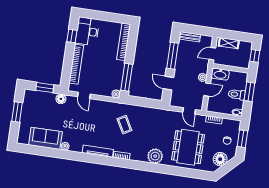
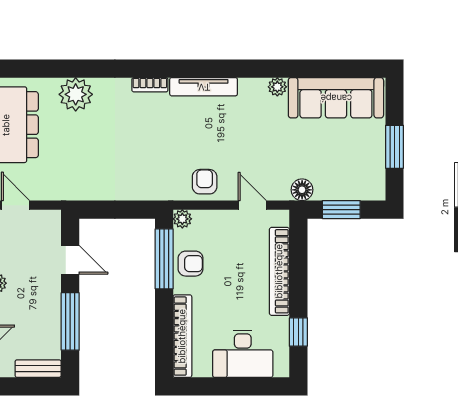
desk: (87, 31) -> (243, 354), moved, turned 90
armchair: (115, 73) -> (191, 264), added
armchair: (104, 109) -> (205, 182), added
coffee table: (124, 125) -> (154, 154), removed
sofa: (45, 138) -> (336, 98), width x1.36

